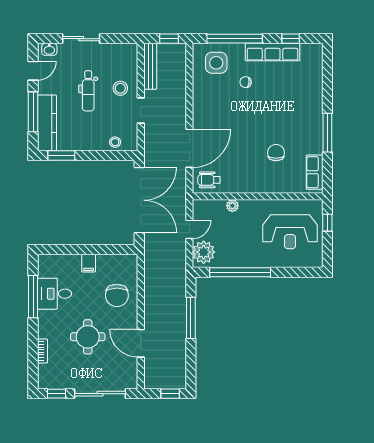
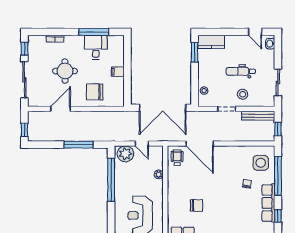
sliding door: (81, 39) -> (278, 82), moved
window: (33, 112) -> (226, 32), removed
kitchen counter: (47, 123) -> (211, 42), width x0.67

